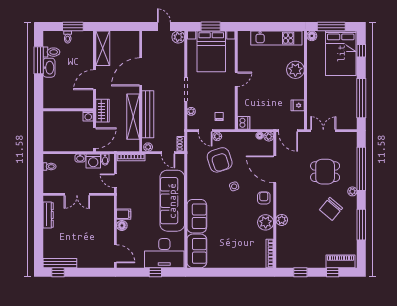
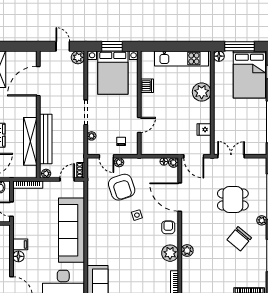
door: (141, 72) -> (38, 81), moved
door: (236, 79) -> (139, 125), moved
dishwasher: (244, 123) -> (147, 86), moved
door: (168, 153) -> (67, 179), swing flipped
sofa: (197, 216) -> (97, 247), removed

